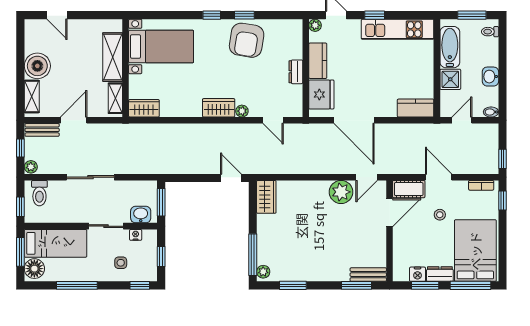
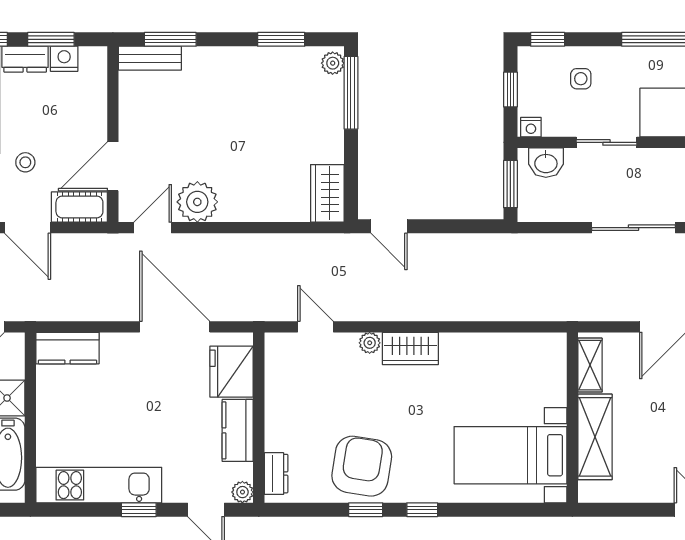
dresser: (296, 72) -> (276, 474), moved
wardrobe: (144, 108) -> (540, 348), removed
nightstand: (136, 235) -> (531, 127), moved

